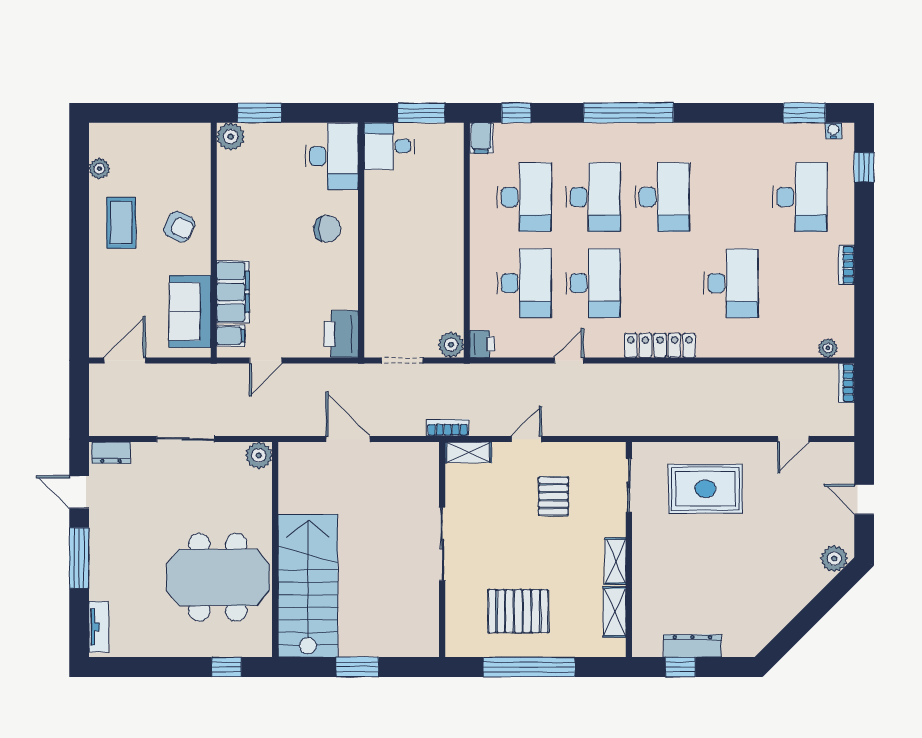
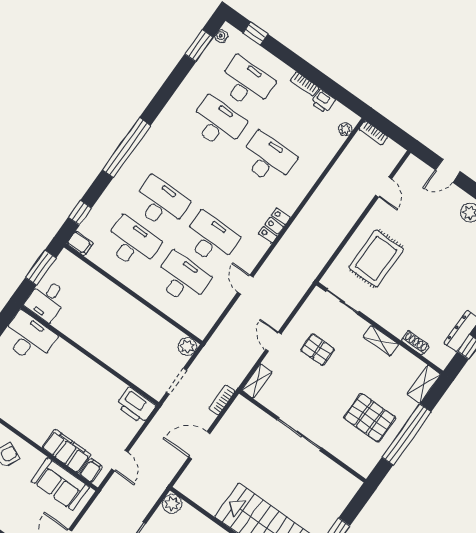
desk: (662, 197) -> (218, 123), moved
chair: (327, 229) -> (69, 370), removed
printer: (482, 344) -> (323, 101), moved, turned 180
locker: (660, 345) -> (274, 226), width x0.66
bookcase: (448, 428) -> (222, 400), moved
shoe rack: (641, 602) -> (415, 343), added
pallet: (518, 611) -> (370, 418), turned 90
shelving: (615, 612) -> (424, 384), moved, turned 90

